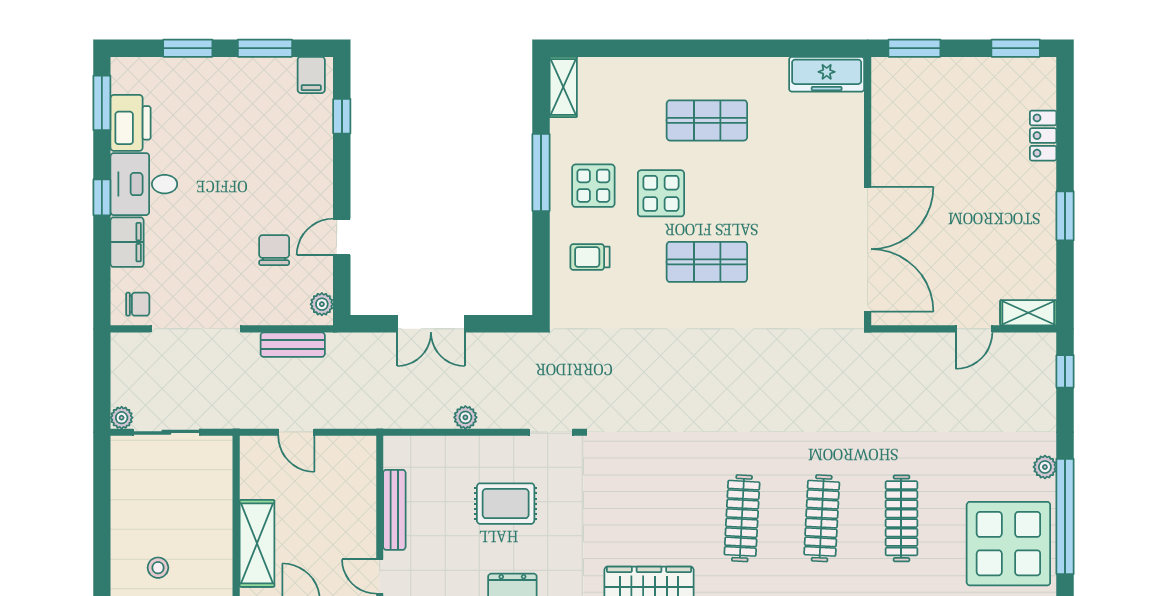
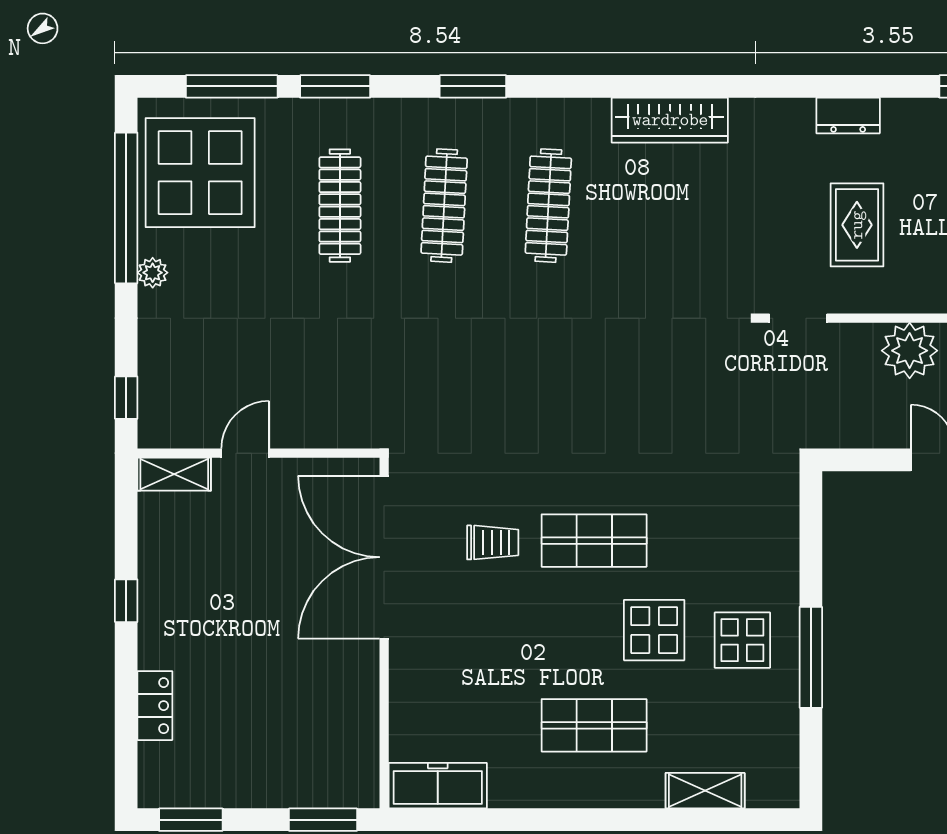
shelving: (563, 87) -> (705, 791), moved, turned 90
window: (1065, 216) -> (126, 601), width x0.67
trolley: (590, 257) -> (493, 542), moved
plant: (465, 417) -> (910, 351), width x1.87, depth x1.87
rug: (506, 504) -> (857, 225), turned 90

